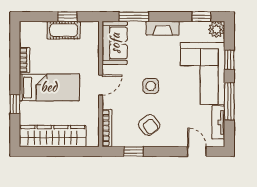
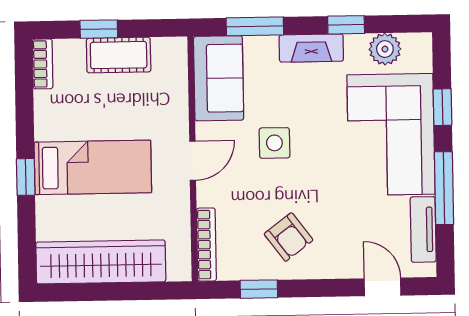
window: (67, 17) -> (99, 29), moved
window: (201, 17) -> (346, 25), moved
plant: (217, 29) -> (385, 49), moved
bookcase: (25, 60) -> (43, 64), moved
side table: (151, 86) -> (274, 143), moved
window: (15, 104) -> (26, 177), moved

